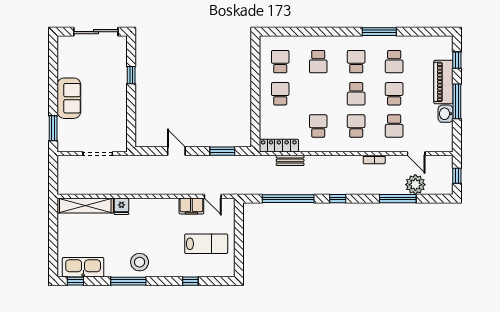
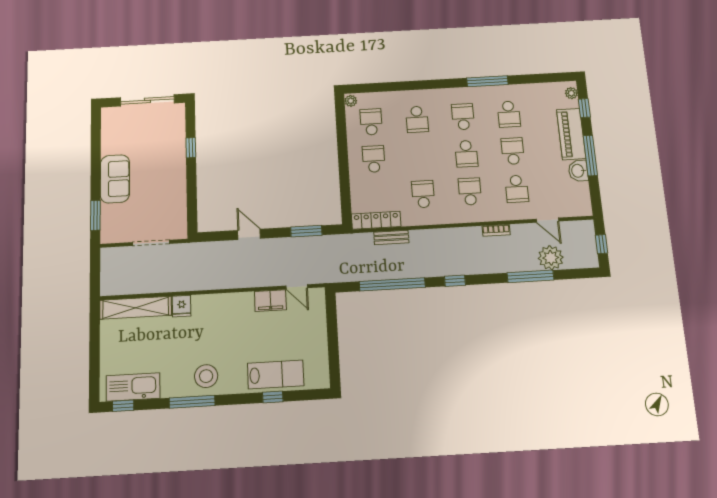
plant: (264, 42) -> (351, 101), added
plant: (448, 46) -> (571, 93), added
lab bench: (206, 244) -> (276, 374), moved

